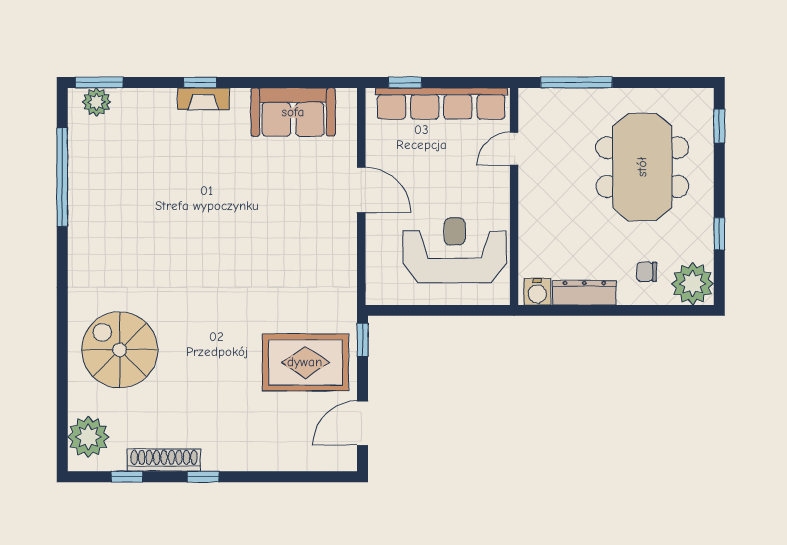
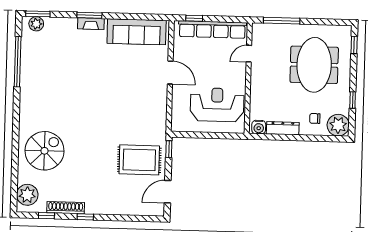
window: (200, 82) -> (89, 15), width x1.50
sofa: (293, 112) -> (137, 32), width x1.36
spiral stairs: (120, 350) -> (45, 151), turned 90

